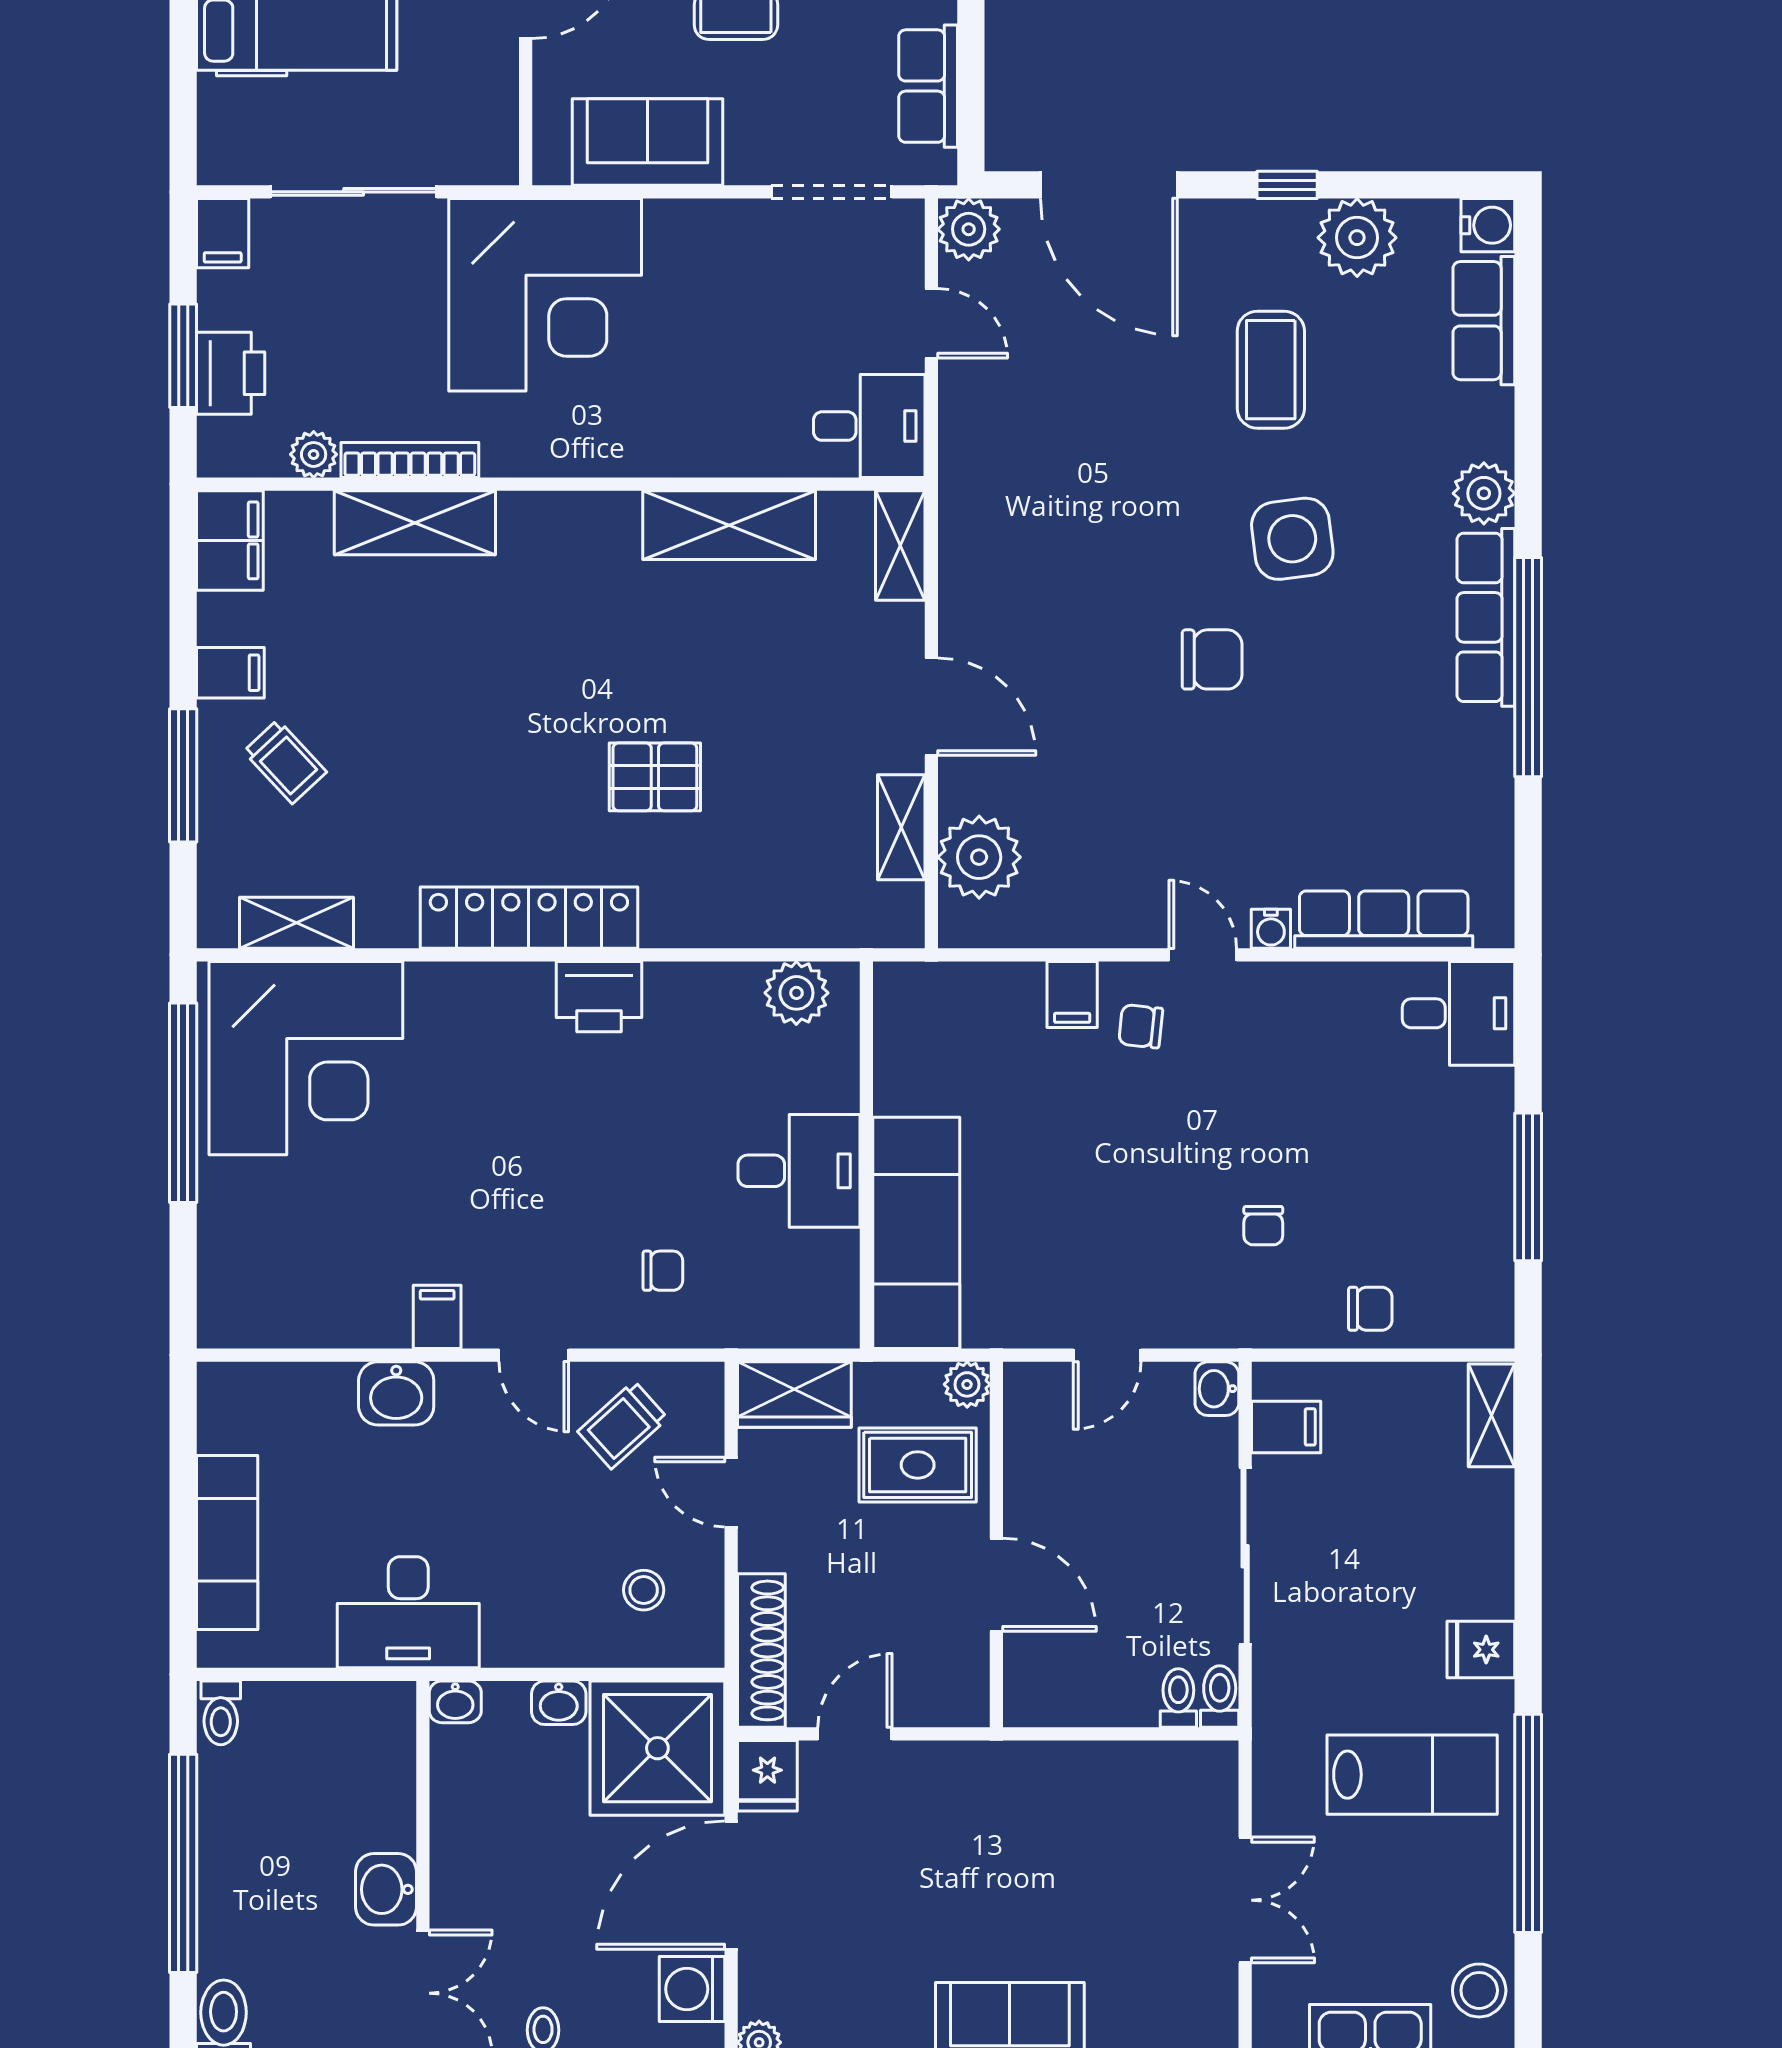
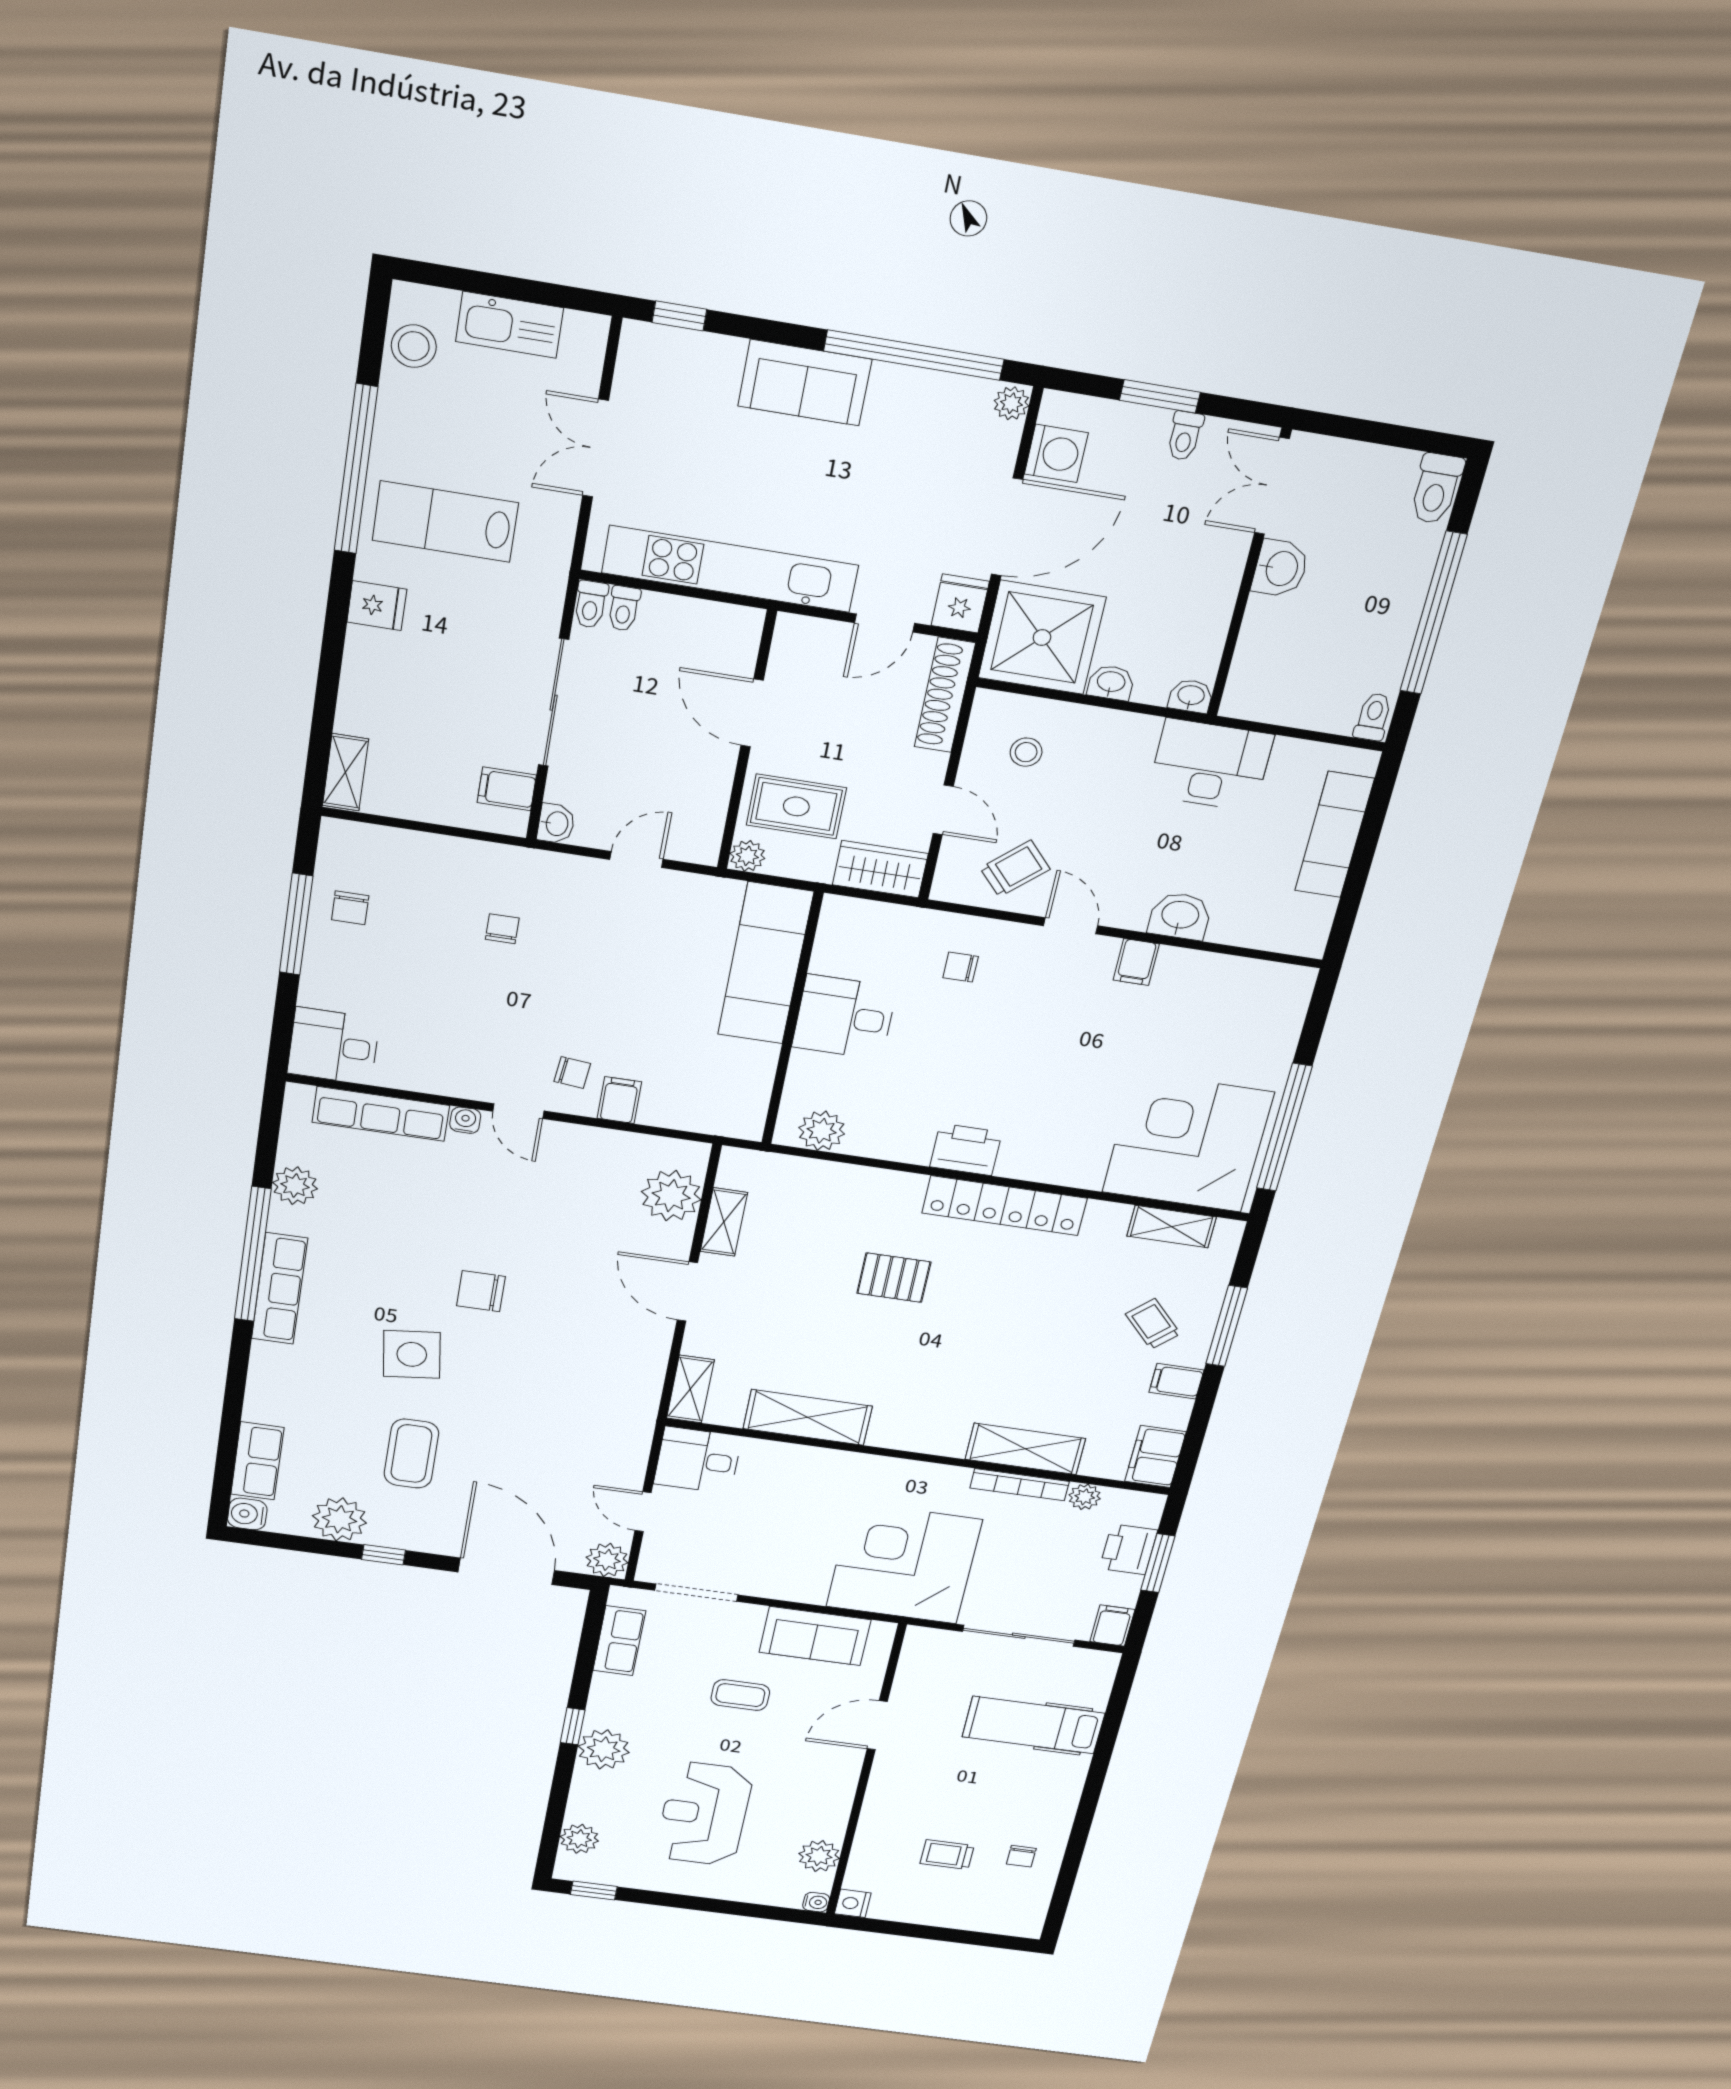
plant: (1484, 493) -> (295, 1186), moved
chair: (1370, 1309) -> (350, 908), moved, turned -90
kitchen unit: (1057, 1773) -> (730, 569), added

